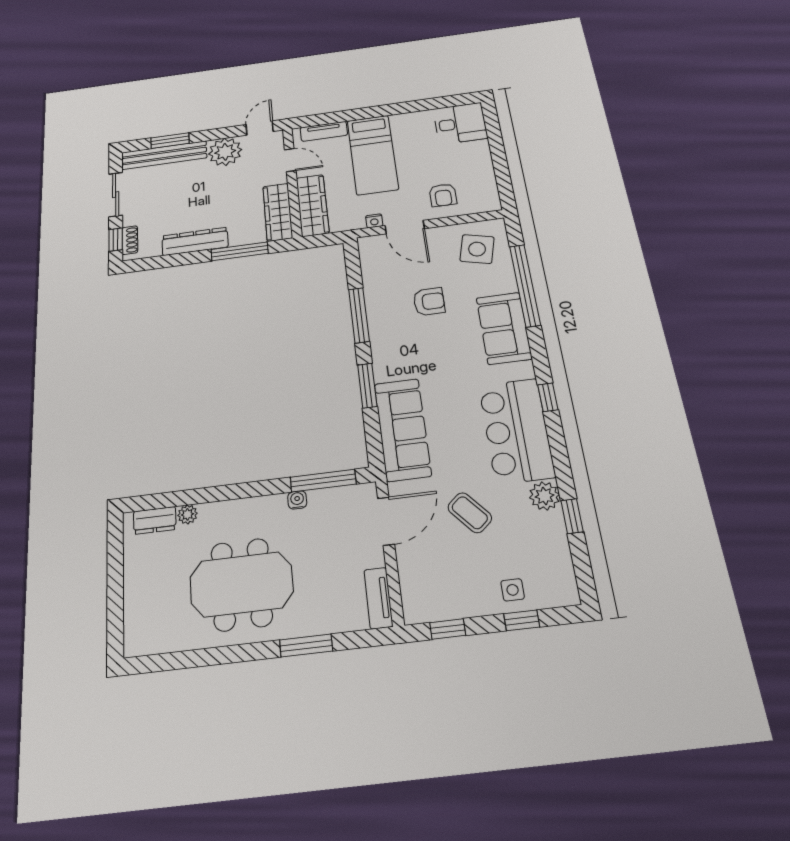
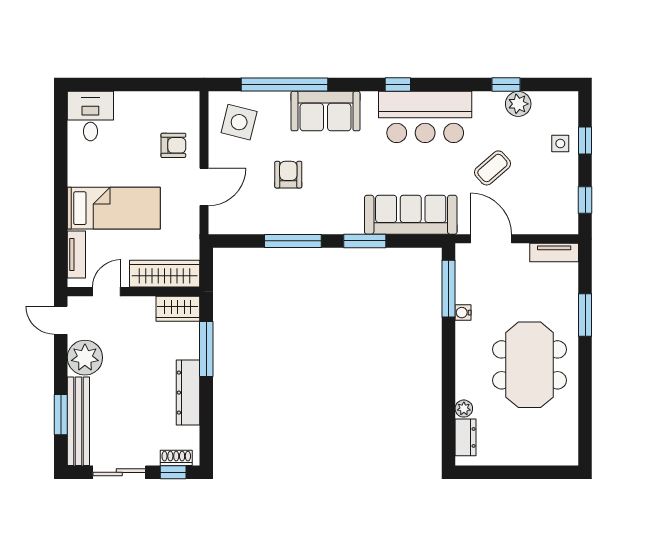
wardrobe: (278, 212) -> (178, 309), width x0.67
nightstand: (374, 221) -> (192, 215), removed
plant: (544, 496) -> (518, 104), moved

